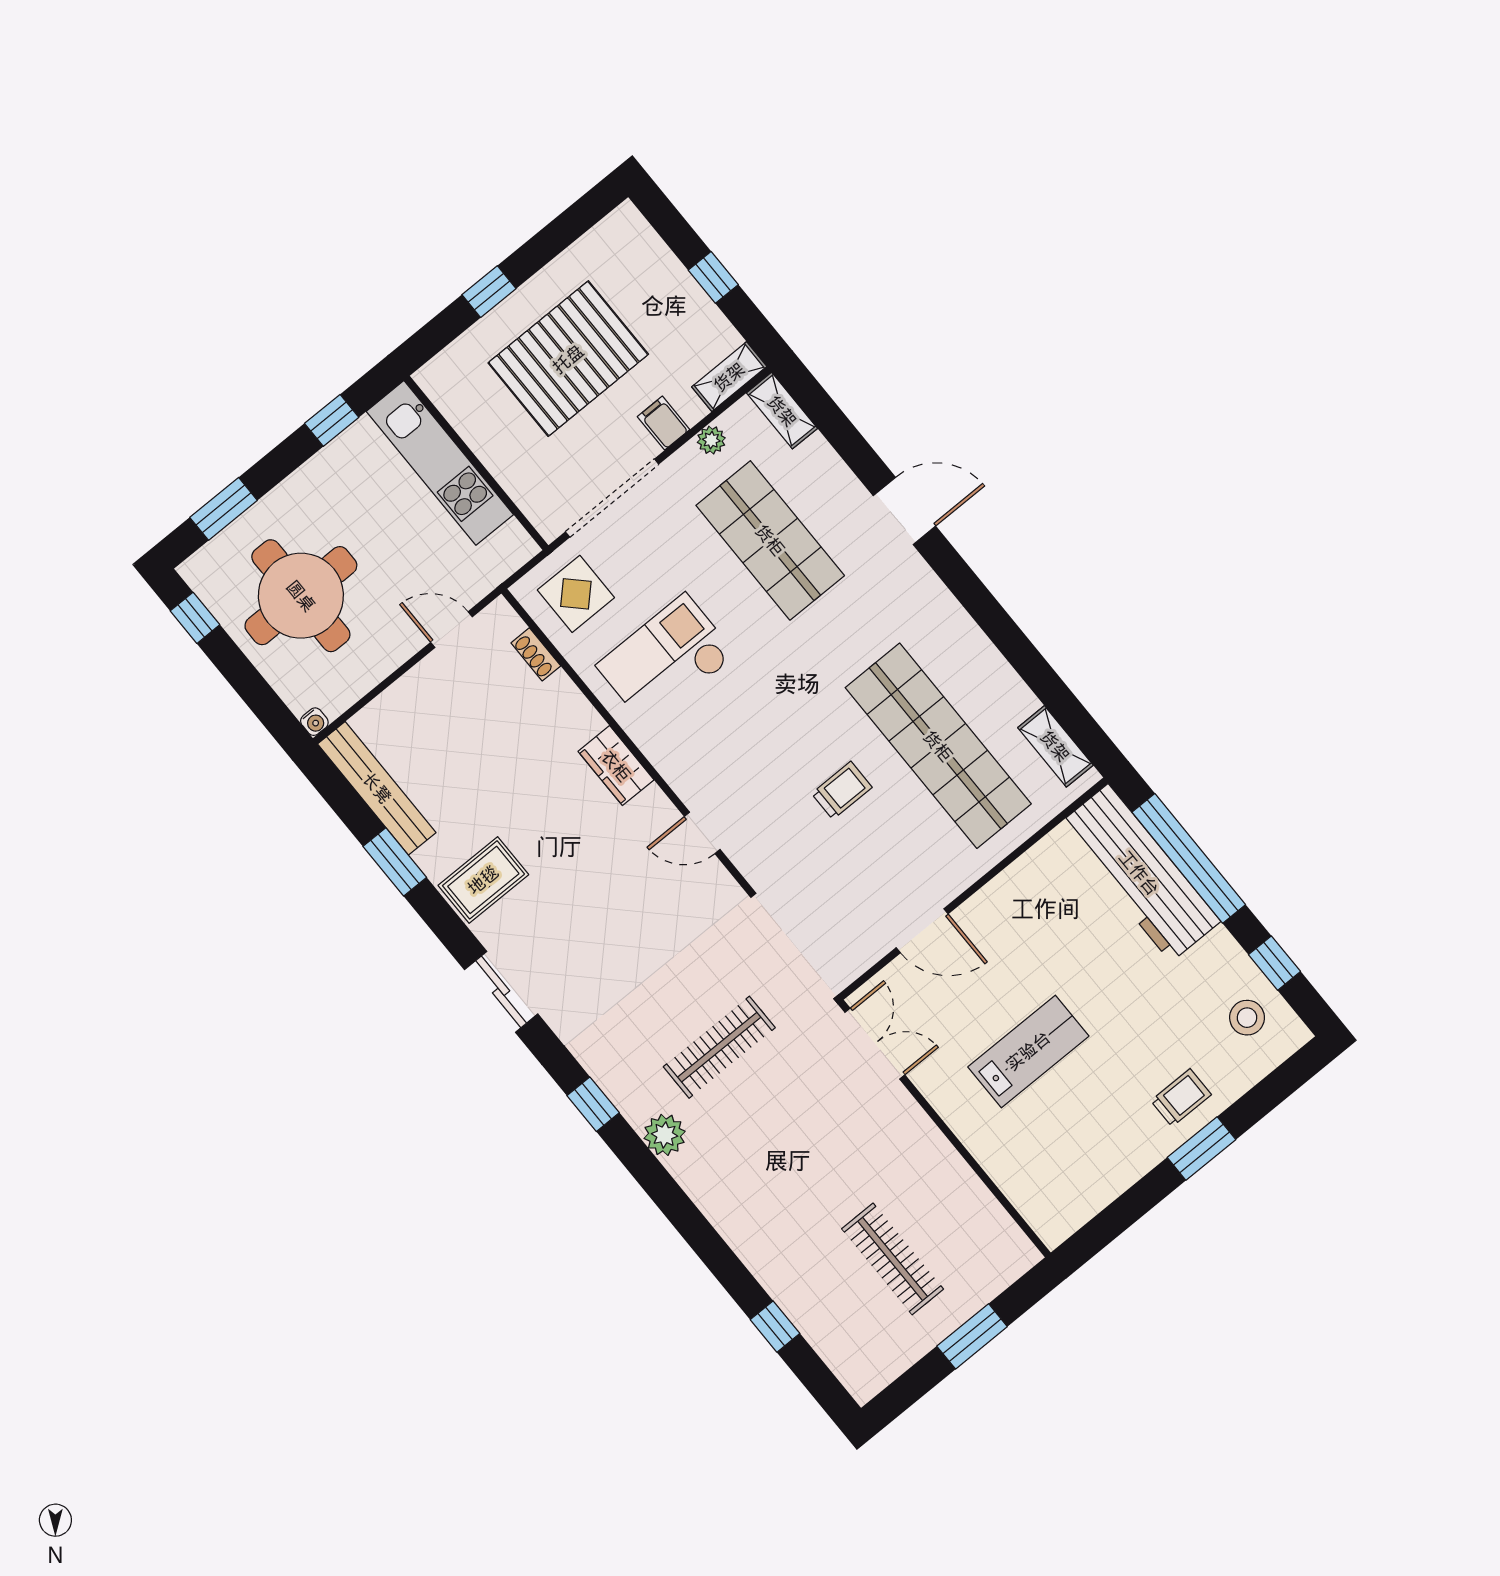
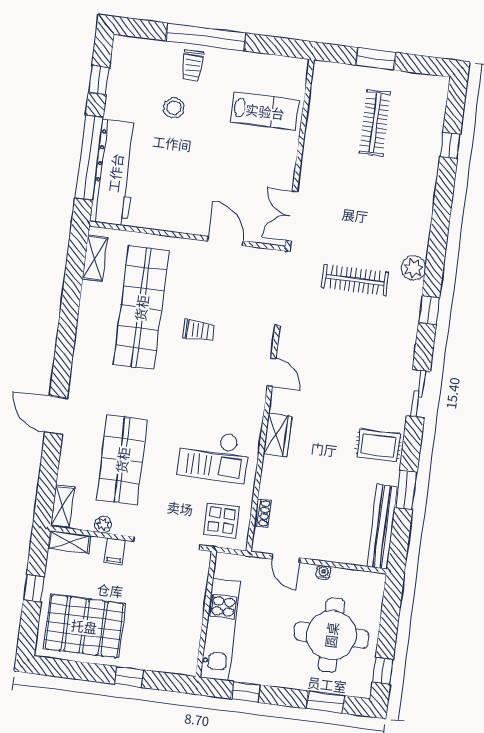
pallet: (568, 359) -> (84, 626), moved
water cooler: (314, 722) -> (323, 572), moved
trolley: (842, 790) -> (198, 330), turned 180
stool: (1247, 1018) -> (174, 108), moved
lab bench: (1028, 1051) -> (265, 111), moved, turned 180
trolley: (1181, 1098) -> (193, 66), turned -90
window: (1201, 1149) -> (206, 37), width x2.11

